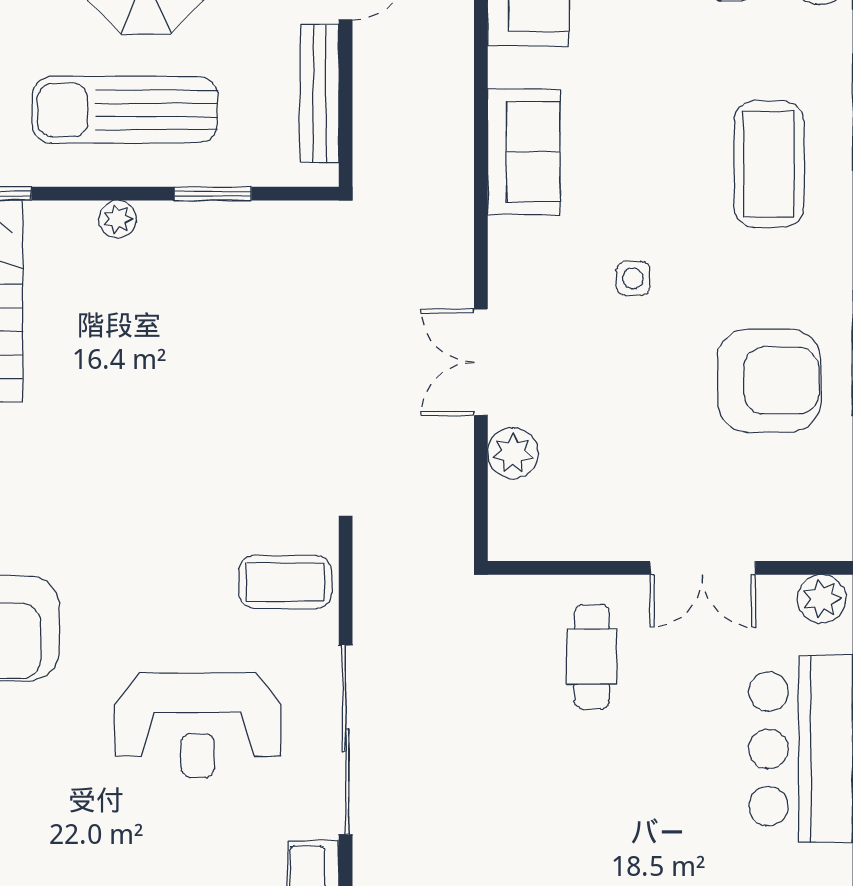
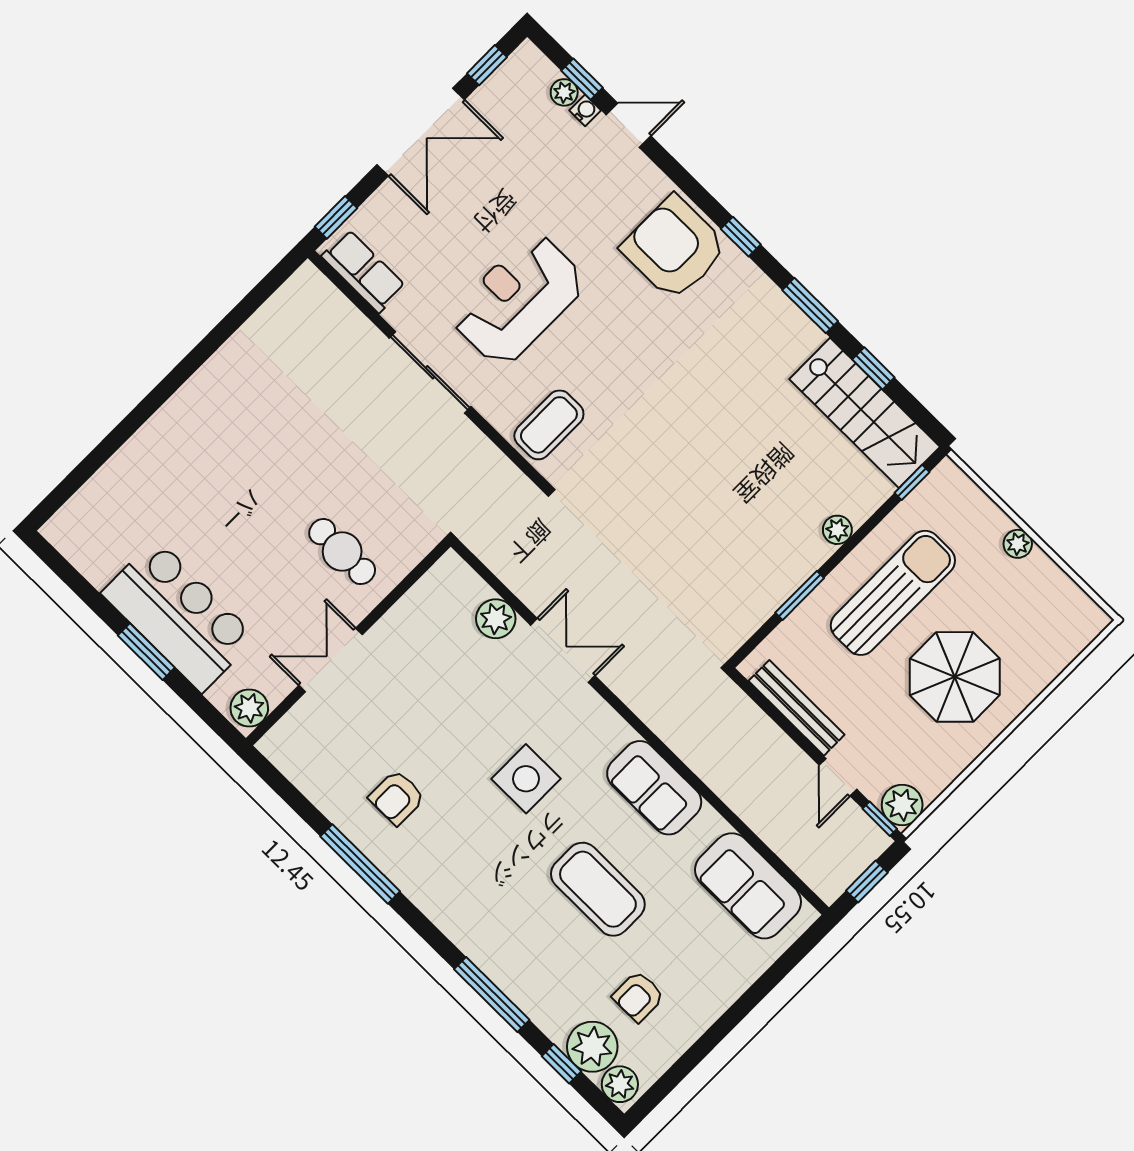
coffee table: (769, 164) -> (598, 889), moved
side table: (633, 278) -> (526, 779), width x1.87, depth x1.87
armchair: (769, 380) -> (397, 798), width x0.53, depth x0.53
sliding door: (346, 740) -> (430, 372), width x0.73

